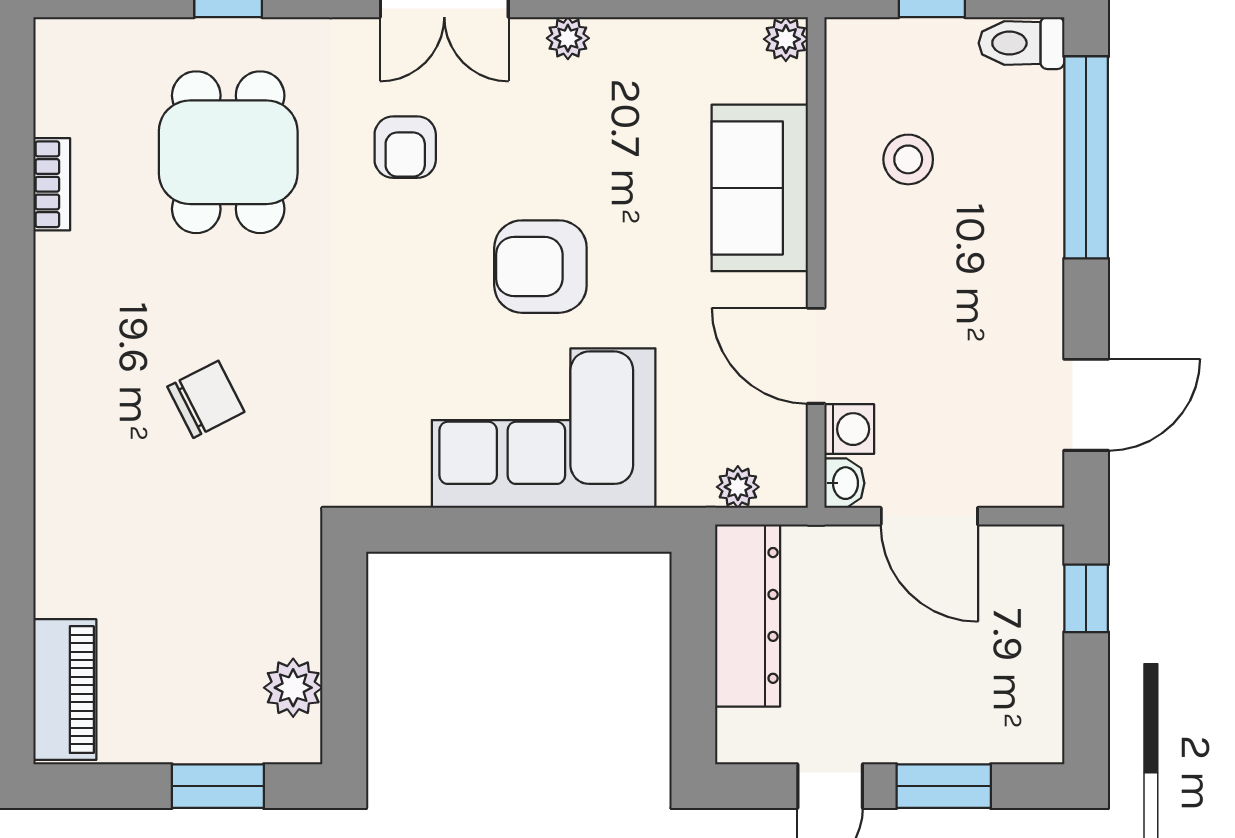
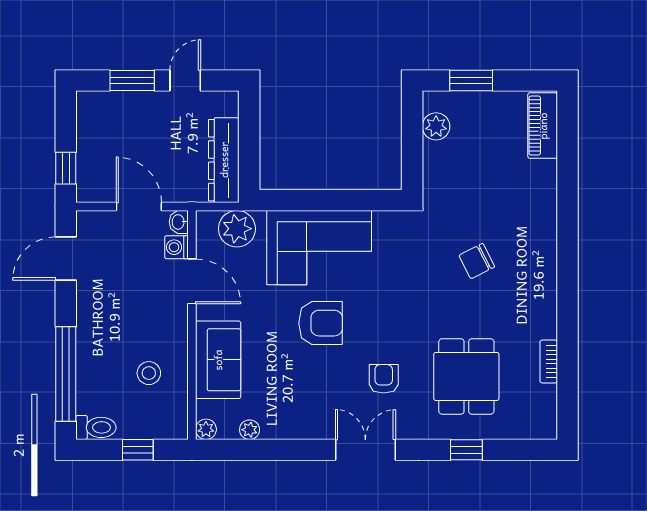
plant: (568, 38) -> (250, 430), moved
plant: (738, 487) -> (237, 229), width x1.87, depth x1.87

